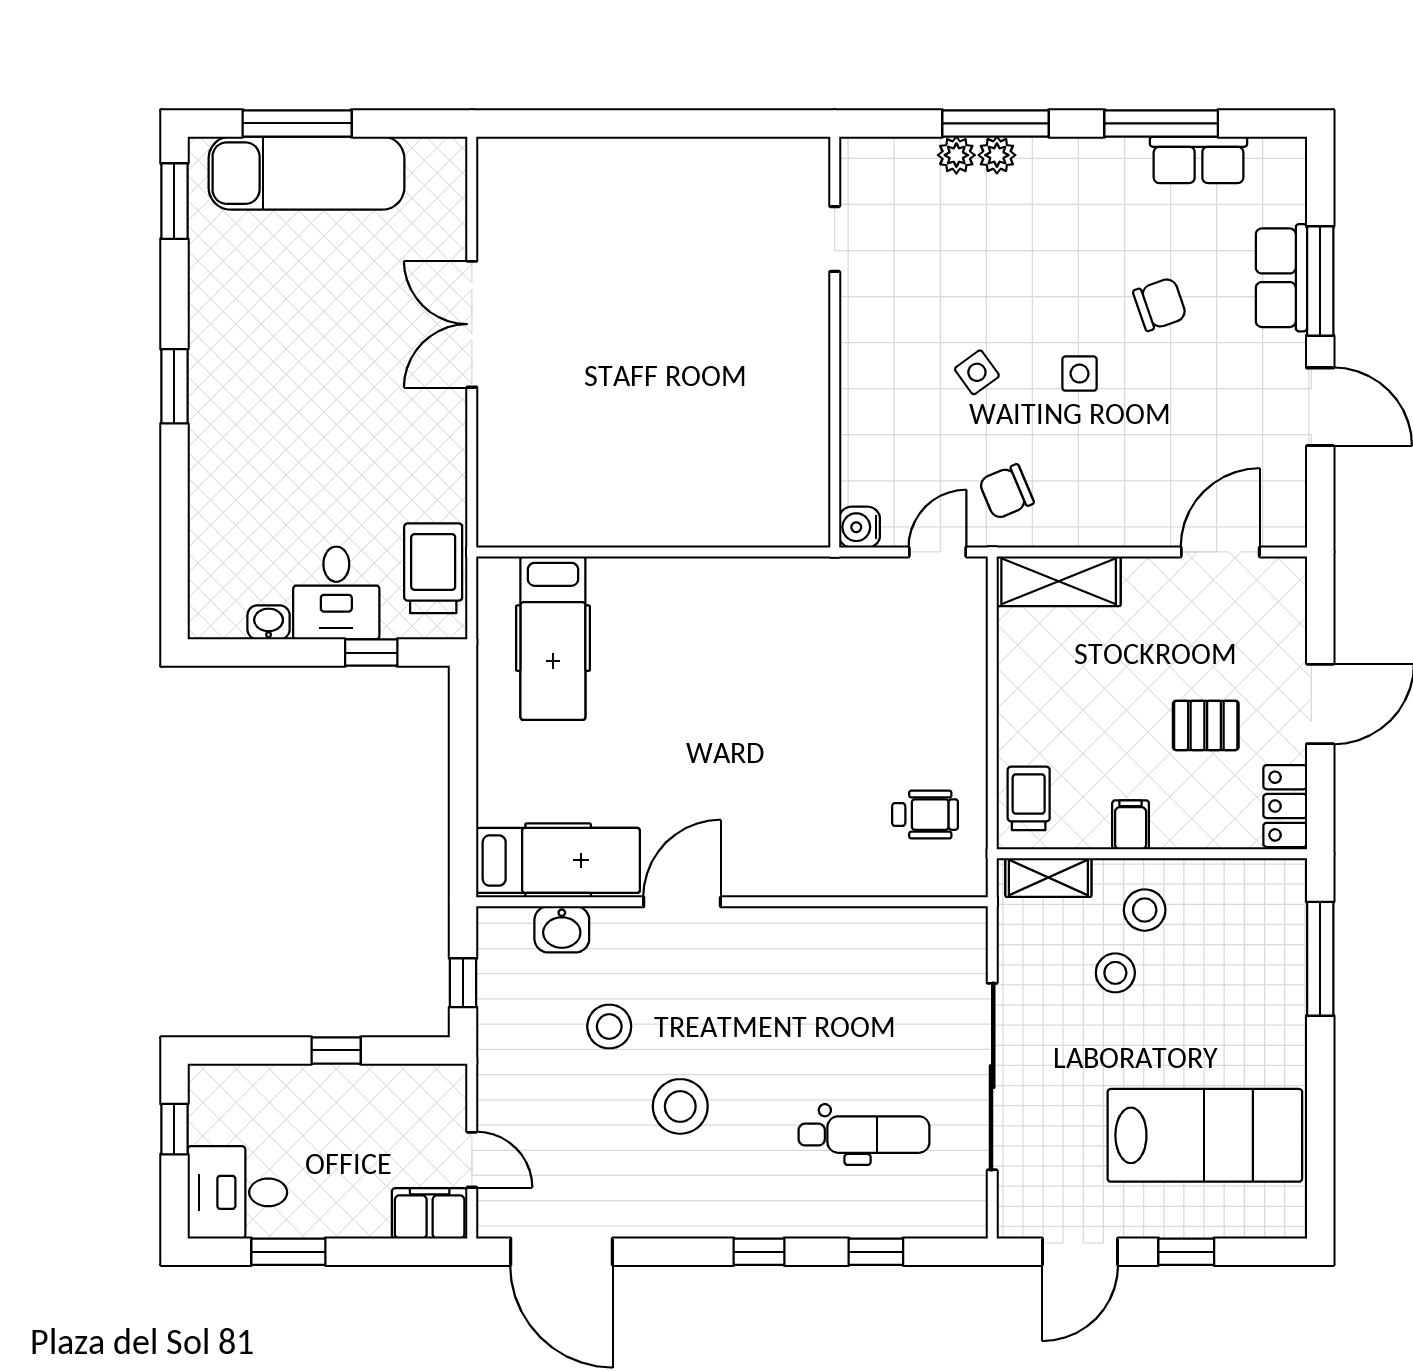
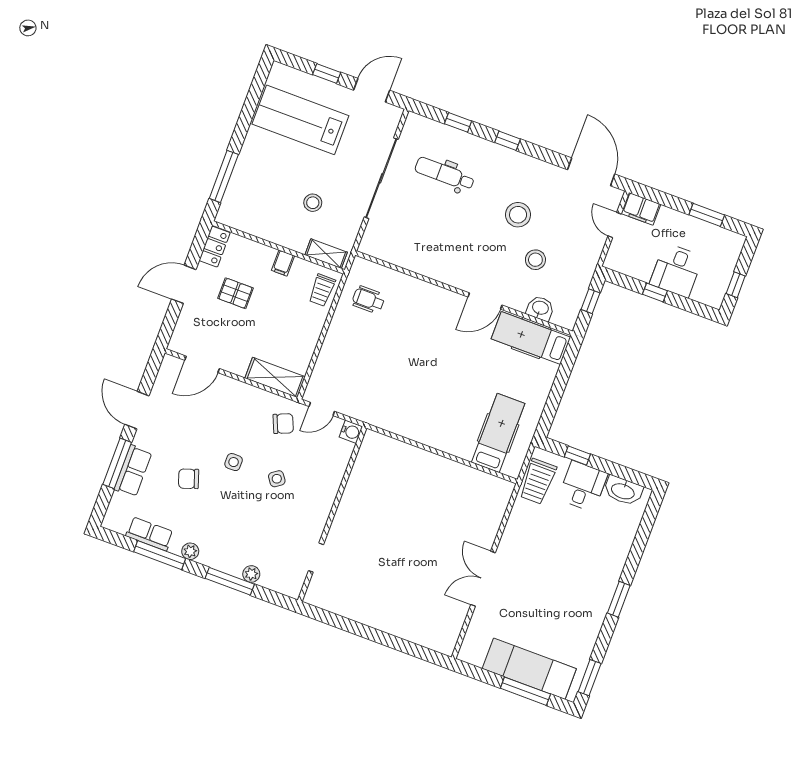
plant: (997, 155) -> (190, 551), moved
double door: (472, 324) -> (483, 579), swing flipped
washbasin: (269, 622) -> (623, 491), width x1.91, depth x1.45
stool: (1145, 910) -> (290, 225), removed
desk: (237, 1192) -> (676, 270), moved, turned 90

